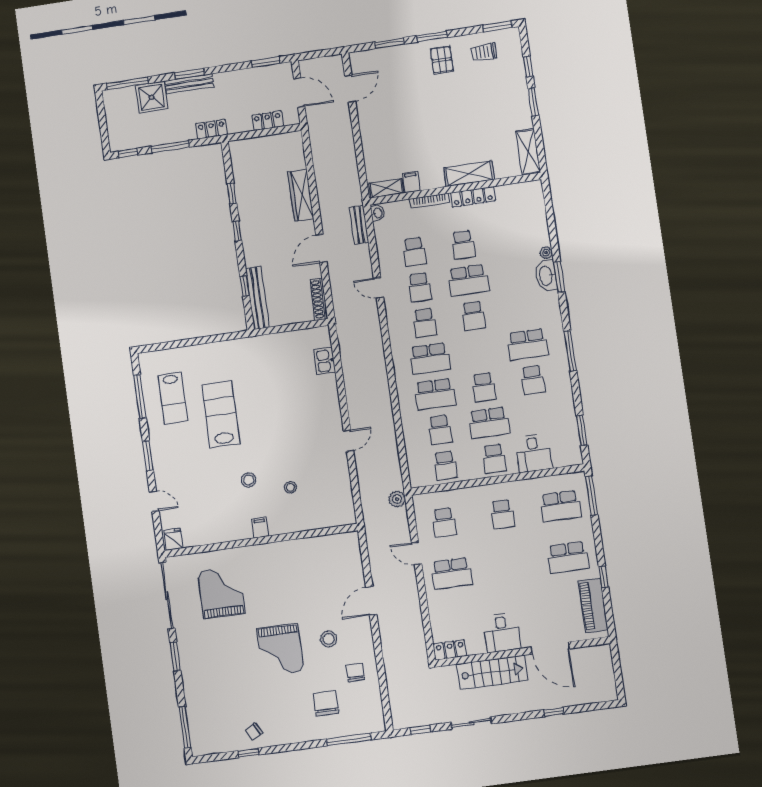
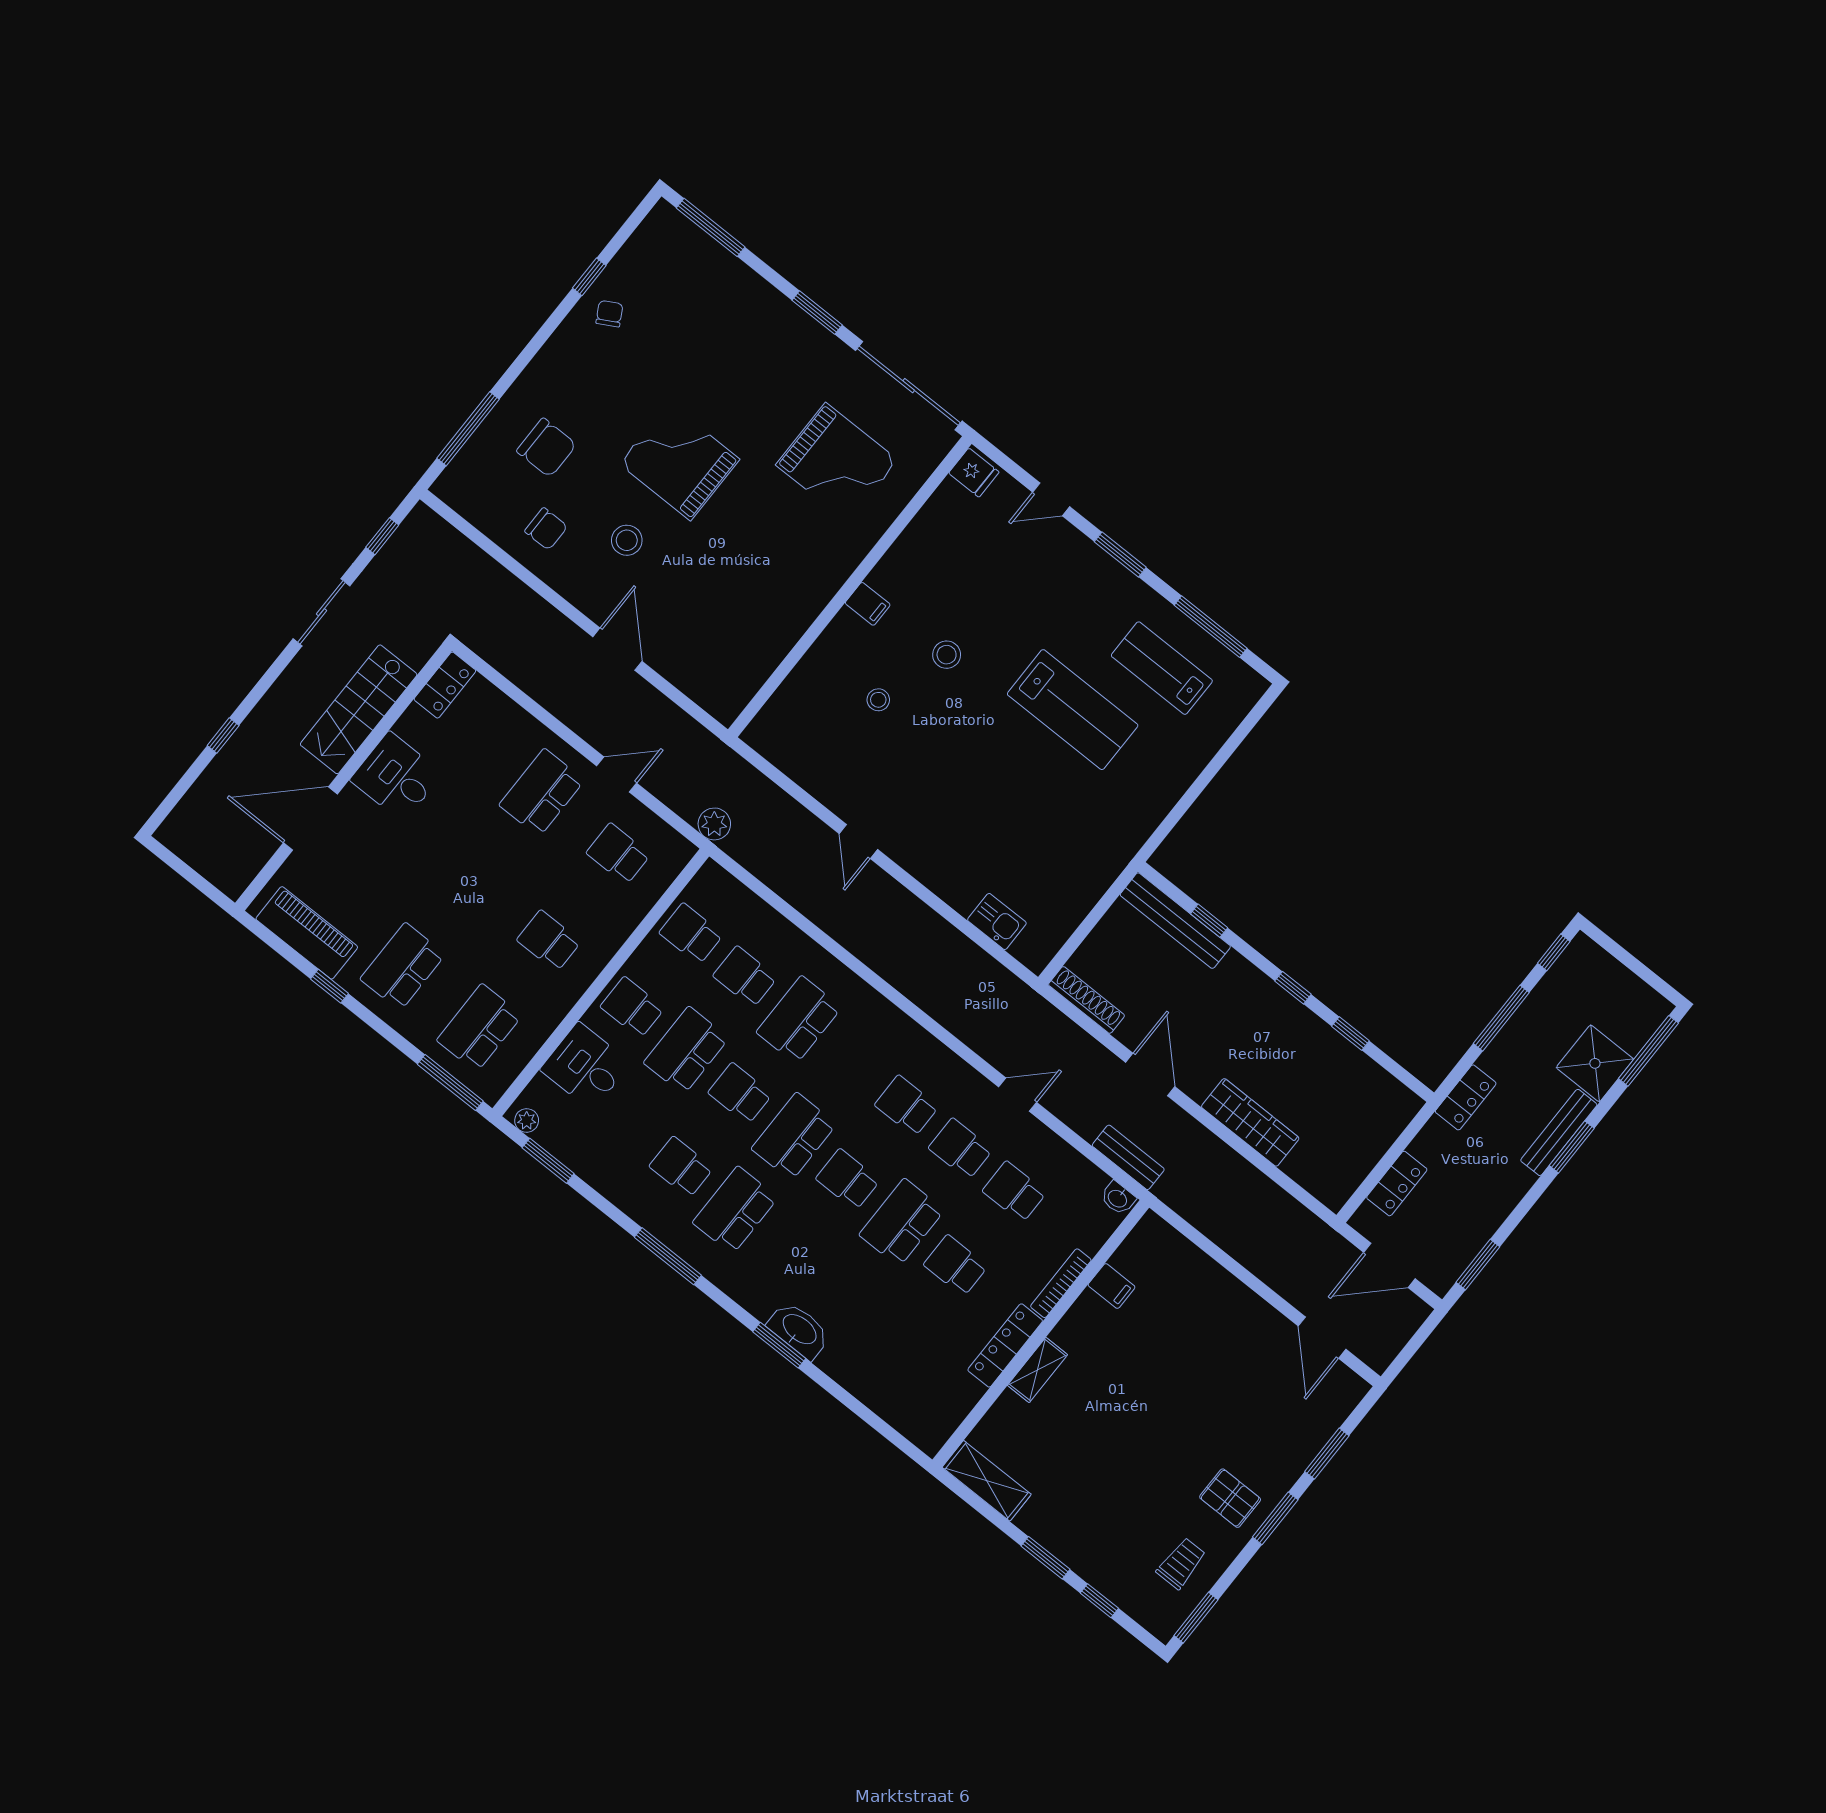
shelving: (469, 174) -> (1037, 1370), width x0.67, depth x0.75
shelving: (386, 188) -> (1138, 1244), removed
plant: (546, 253) -> (527, 1120), moved
school desk: (430, 358) -> (794, 1136), moved

